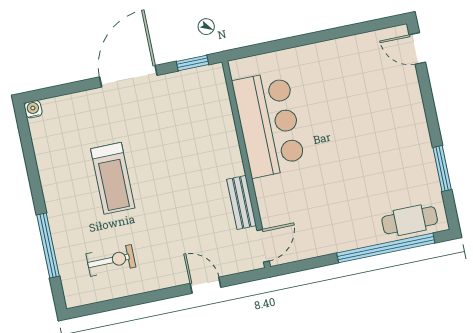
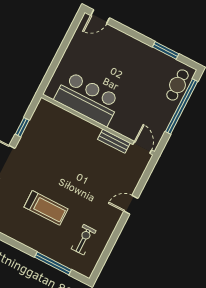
bar counter: (269, 124) -> (88, 99), moved
wall: (246, 164) -> (98, 125), moved
bench: (242, 202) -> (114, 141), moved
door: (263, 246) -> (142, 147), moved

